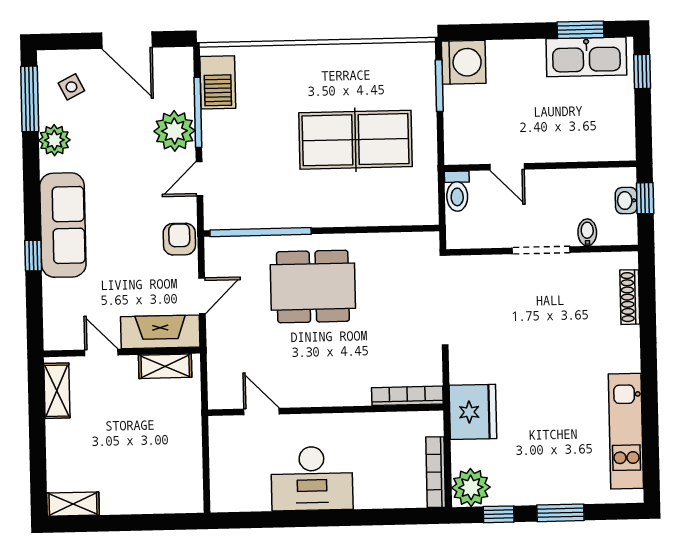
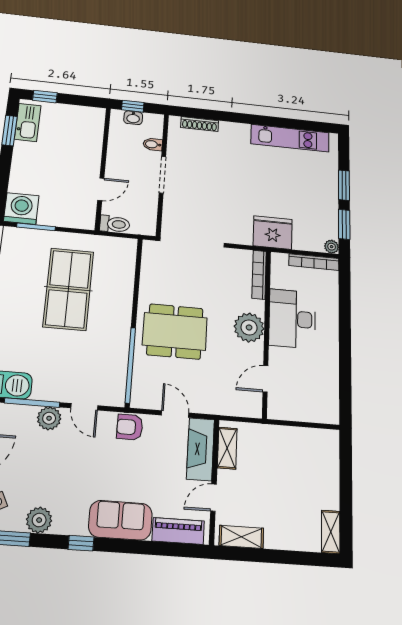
kitchen sink: (586, 57) -> (28, 122), width x0.73, depth x0.81
plant: (175, 131) -> (49, 418), width x0.73, depth x0.73
sofa: (63, 225) -> (120, 520), width x0.73
window: (33, 256) -> (81, 543), moved
dining table: (313, 287) -> (175, 331), turned 90
piano: (57, 311) -> (178, 531), added
plant: (330, 386) -> (249, 327), added
desk: (312, 479) -> (292, 319), moved, turned 180
plant: (471, 487) -> (332, 247), width x0.53, depth x0.53
window: (499, 514) -> (344, 224), width x1.50

